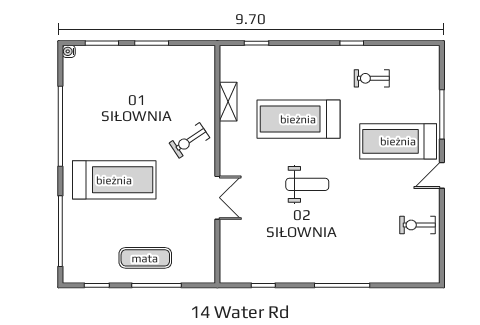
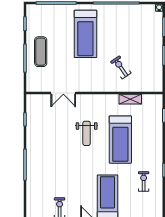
treadmill: (298, 119) -> (120, 140), turned 180
exercise bike: (189, 140) -> (121, 67), moved
weight bench: (307, 184) -> (87, 133), moved
double door: (217, 198) -> (63, 93), moved

